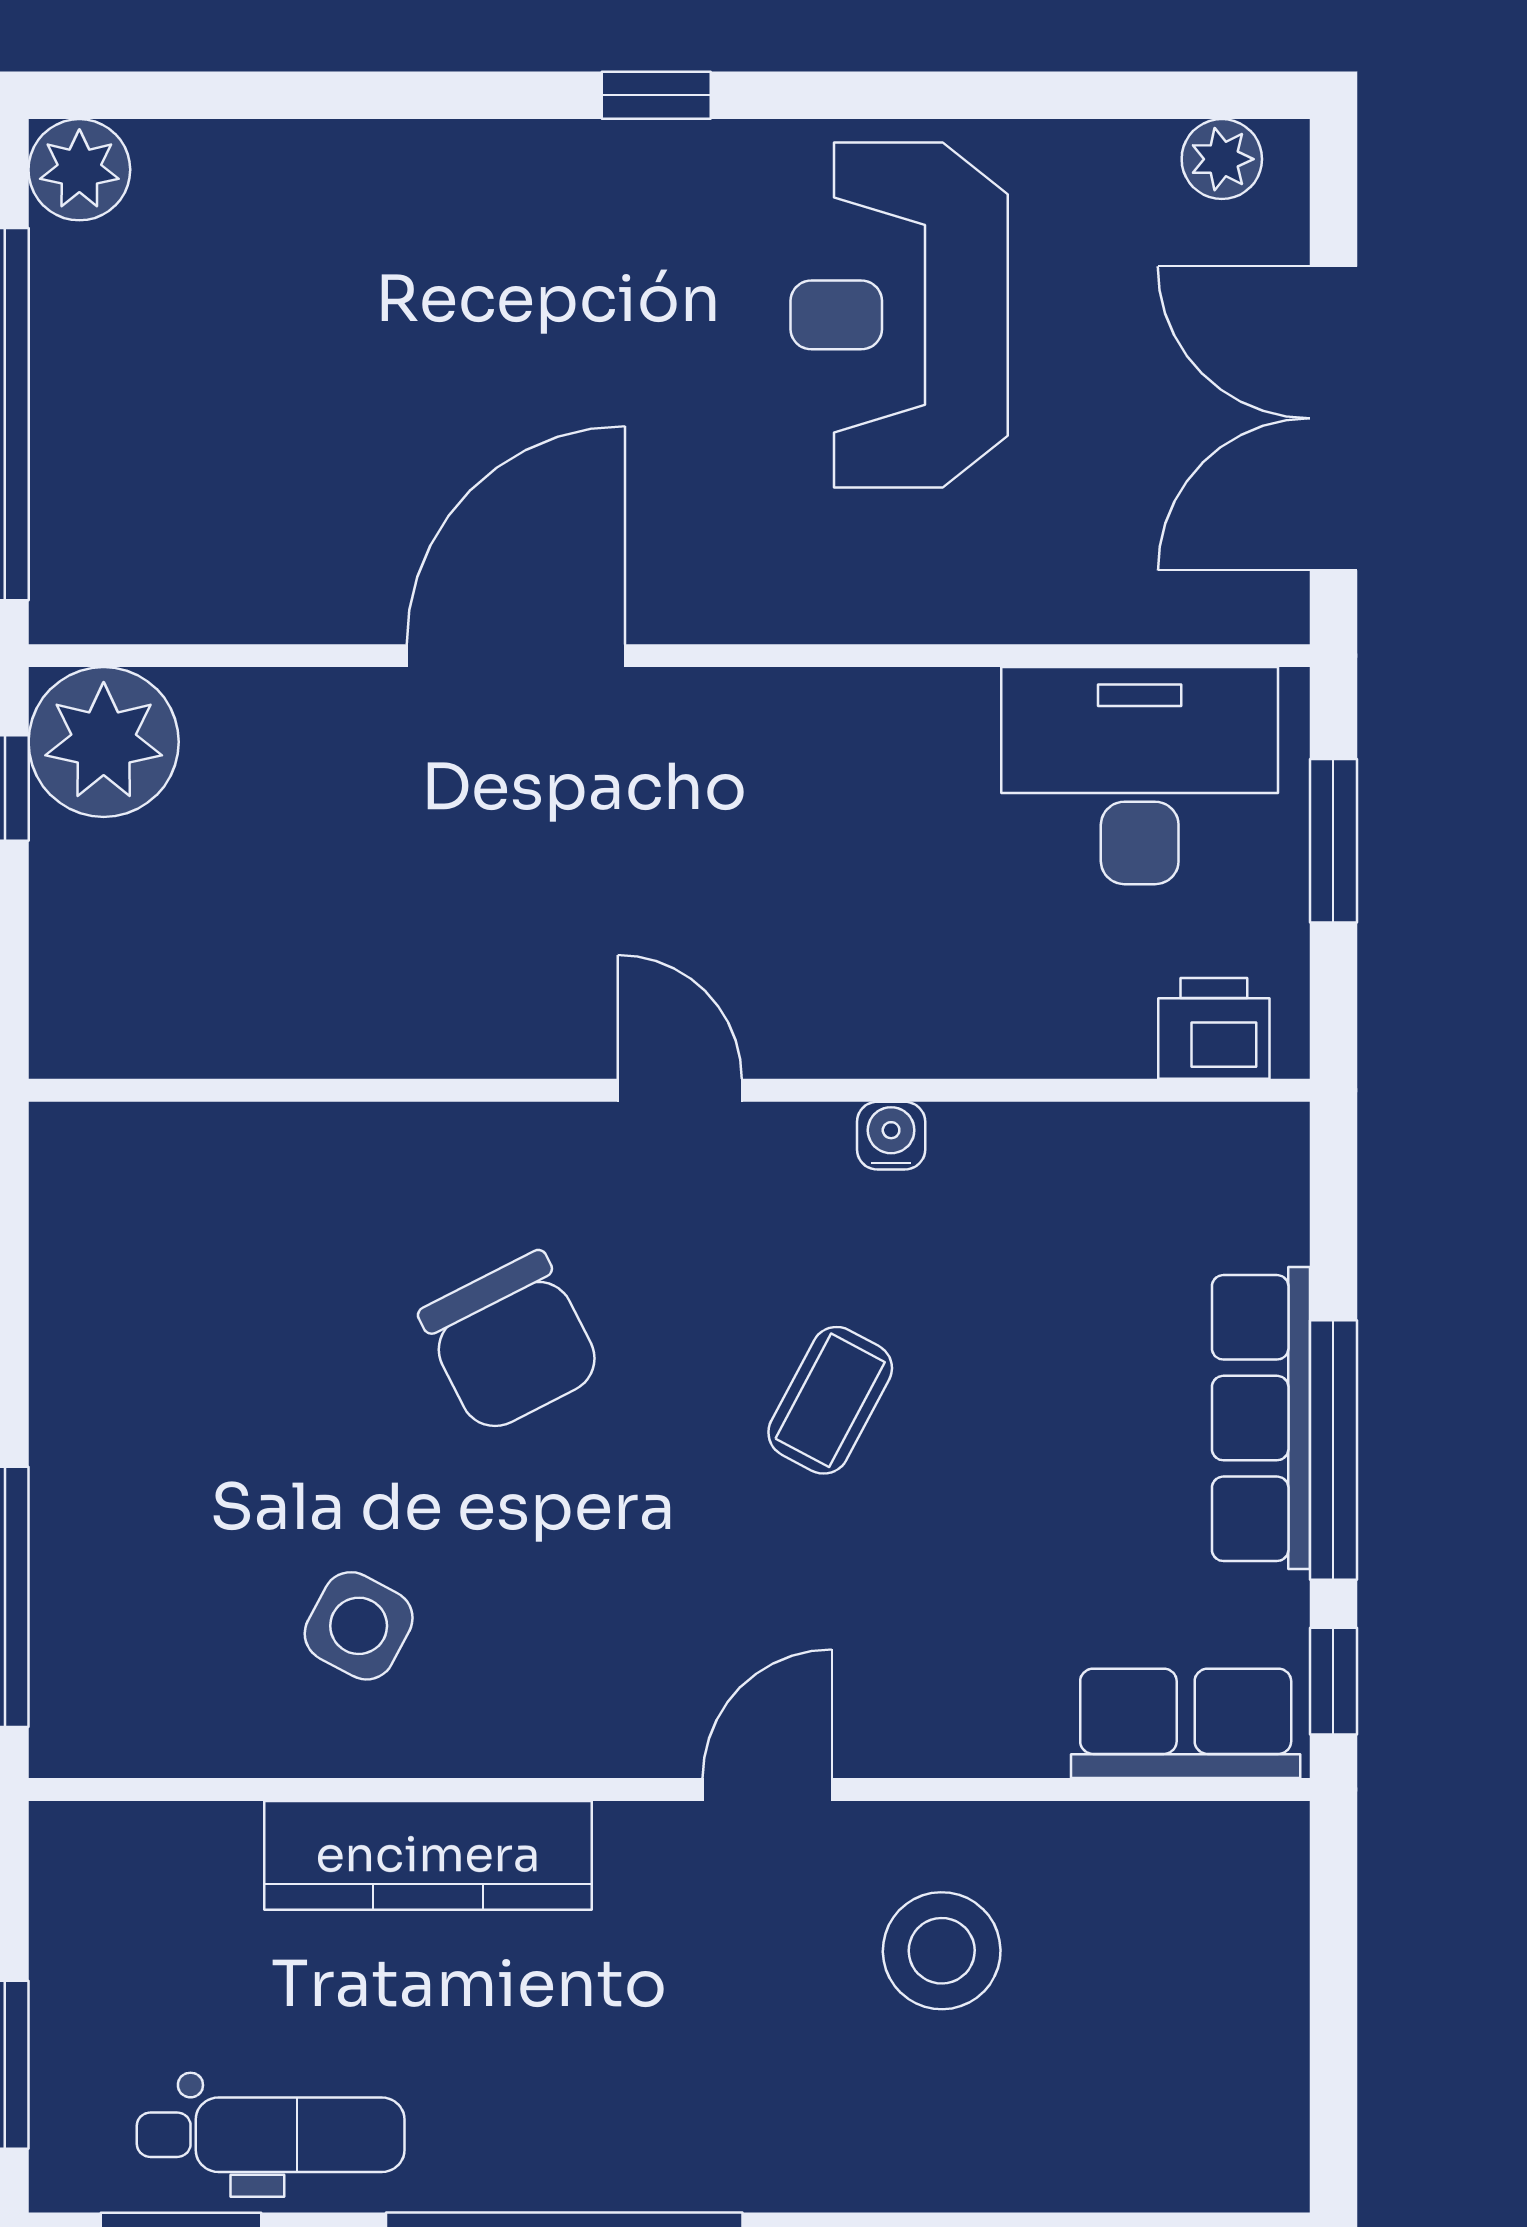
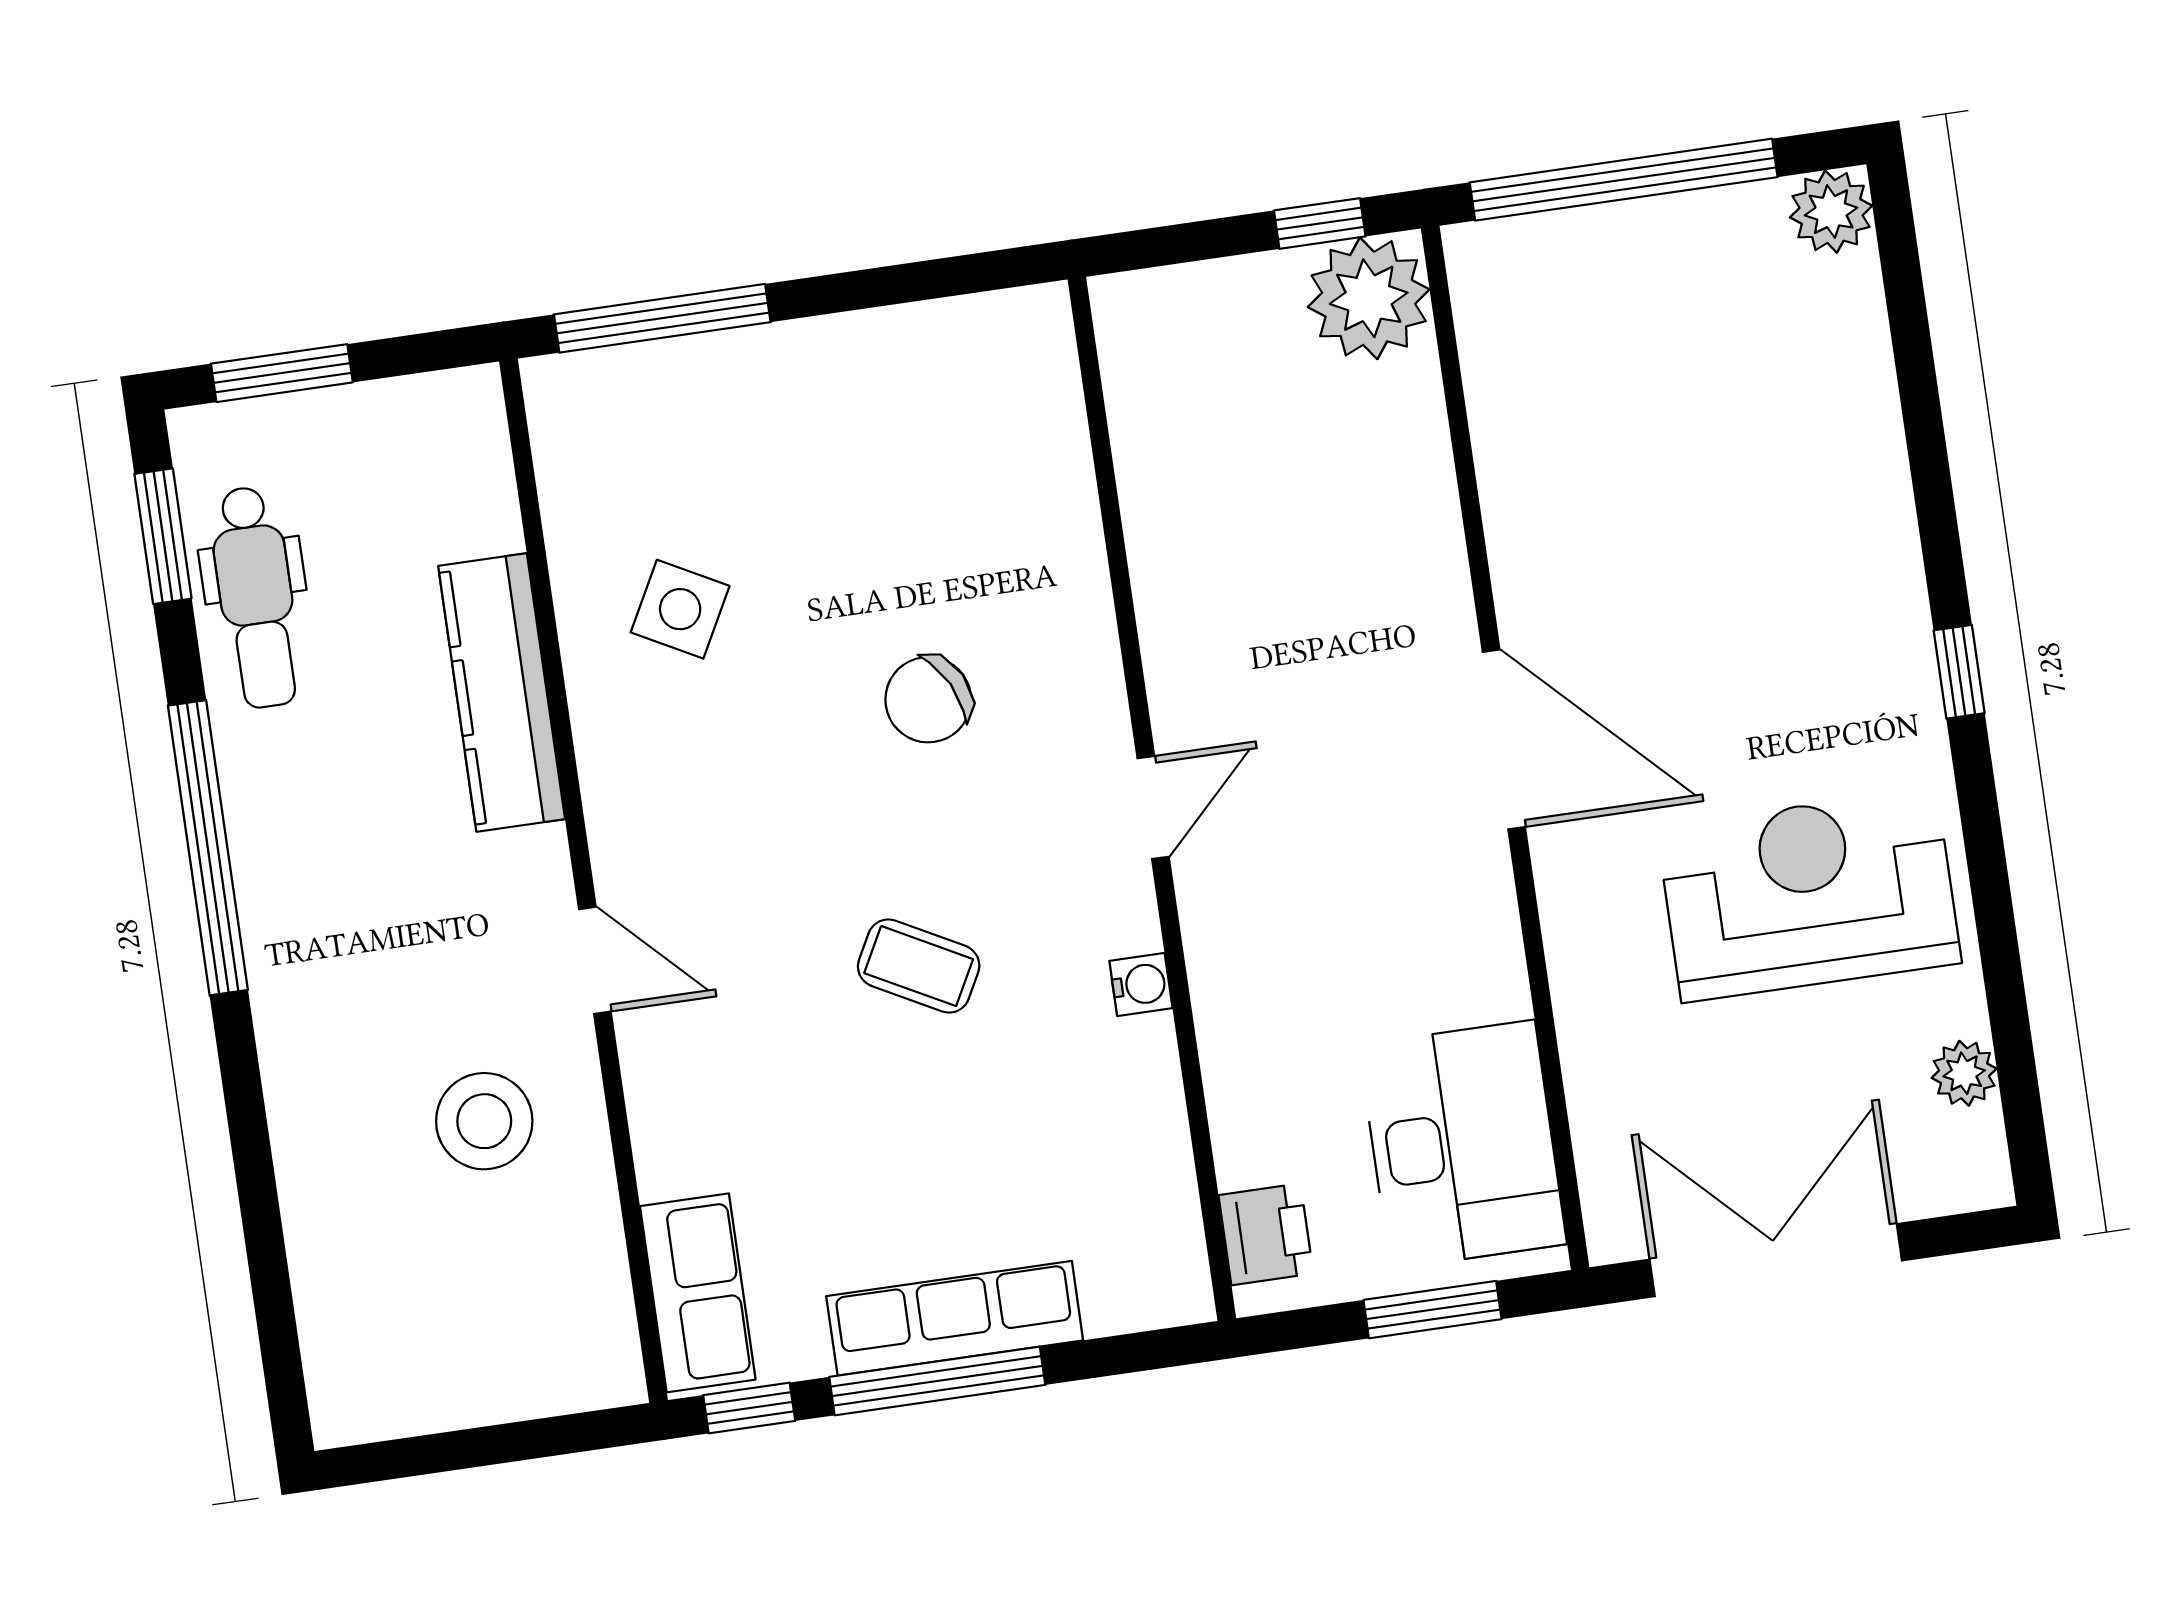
plant: (1222, 159) -> (1964, 1073), moved
door: (516, 656) -> (1504, 739), moved
chair: (511, 1343) -> (928, 700), width x0.73, depth x0.73

